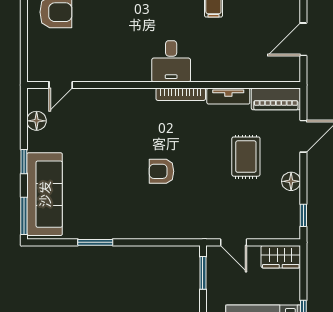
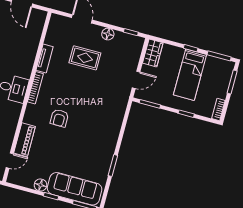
door: (61, 85) -> (10, 161), hinge flipped
piano: (276, 99) -> (24, 140), moved
floor lamp: (37, 121) -> (41, 185), moved
armchair: (162, 171) -> (59, 118), moved

